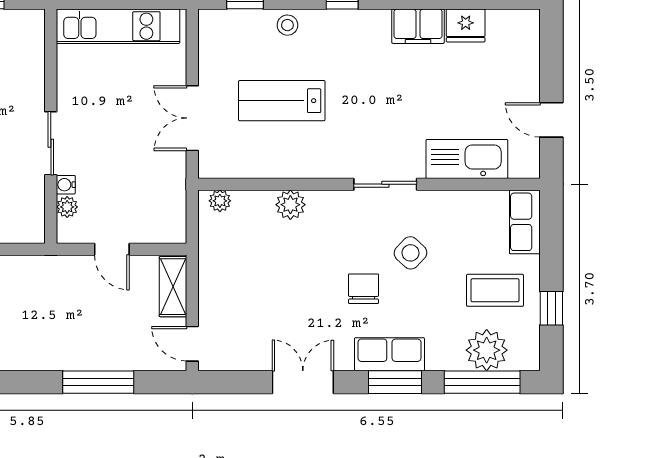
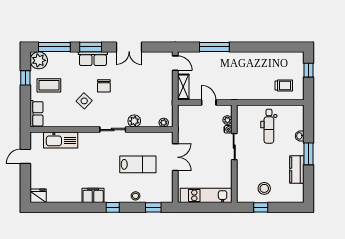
fridge: (466, 25) -> (38, 196), moved
filing cabinet: (418, 26) -> (93, 195), moved
door: (551, 120) -> (25, 156), swing flipped
sliding door: (385, 184) -> (113, 130), moved
plant: (487, 350) -> (39, 60), moved

